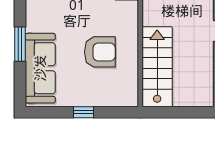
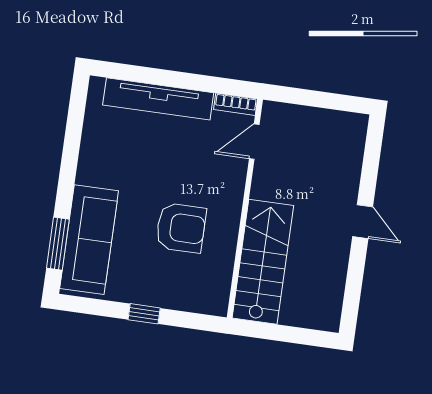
window: (20, 44) -> (58, 244), moved

